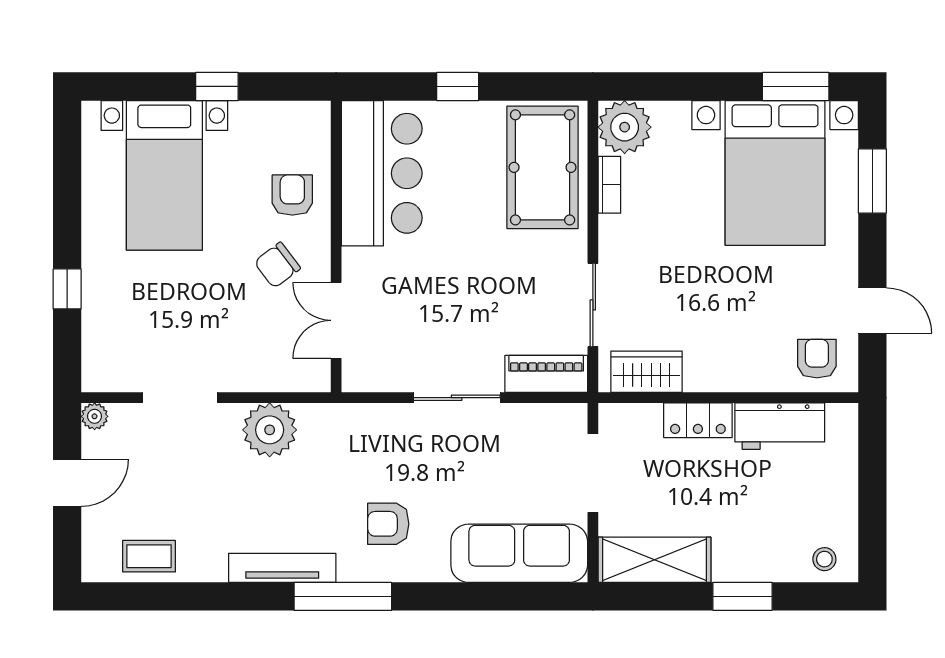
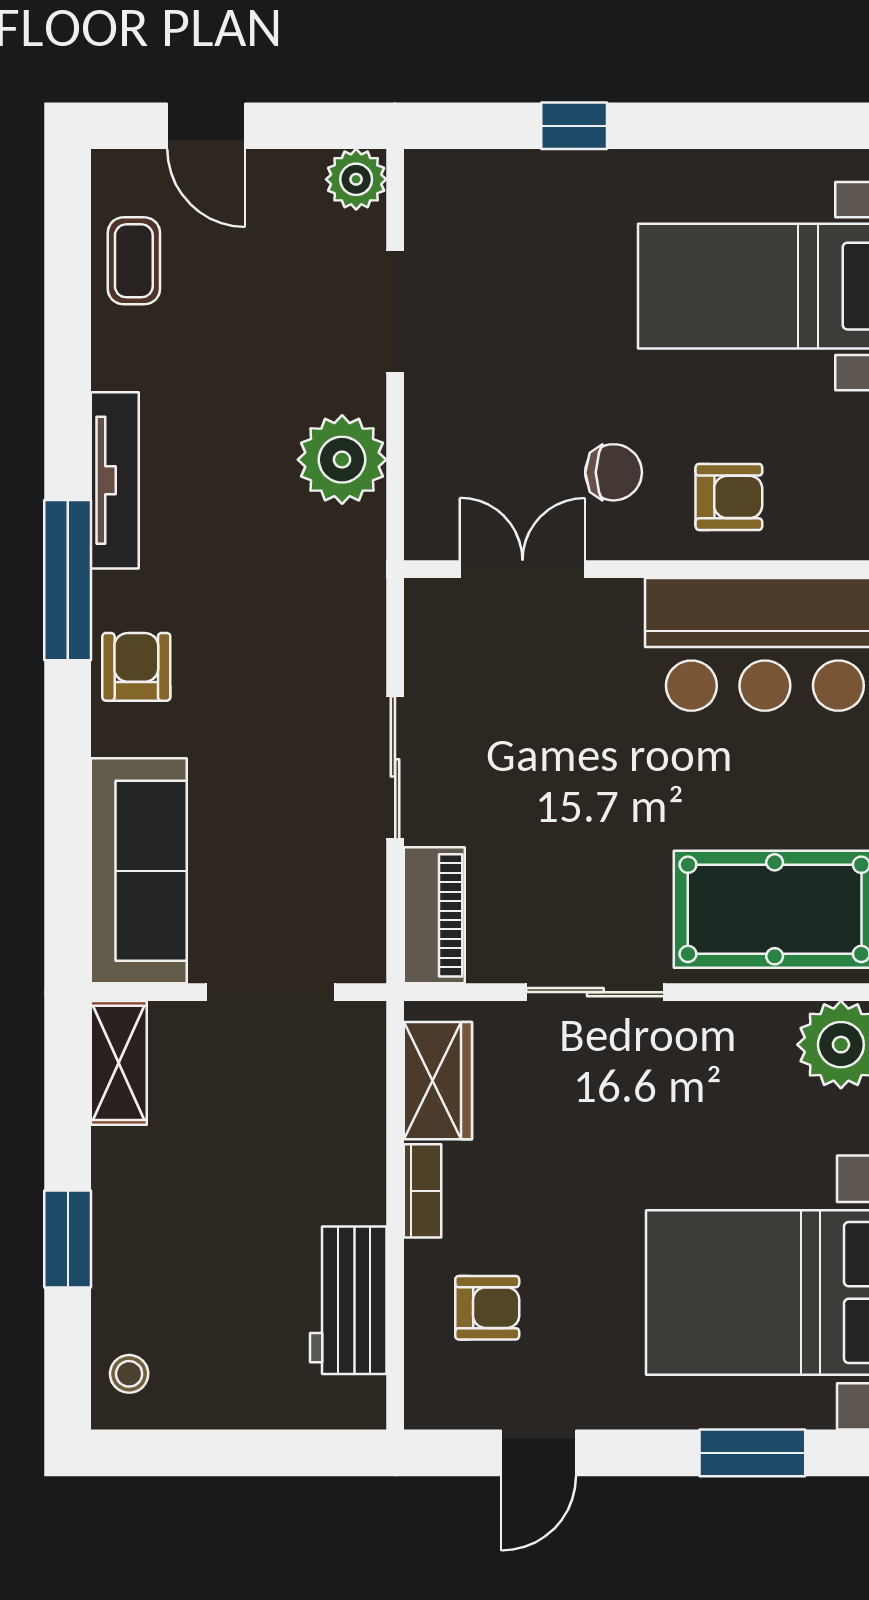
bookcase: (609, 185) -> (422, 1191), moved, turned -90
chair: (277, 265) -> (614, 472), turned 127
sliding door: (593, 305) -> (595, 992), moved
armchair: (817, 359) -> (487, 1308), moved
plant: (95, 416) -> (356, 179), width x1.38, depth x1.38
locker: (698, 420) -> (358, 1165), removed
door: (67, 483) -> (206, 126), moved
armchair: (388, 524) -> (136, 667), moved
shelving: (654, 560) -> (119, 1063), width x0.67, depth x0.75

